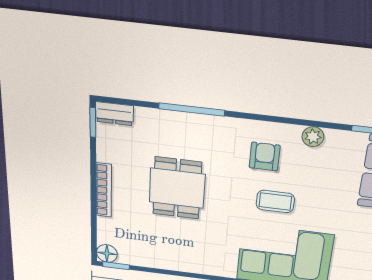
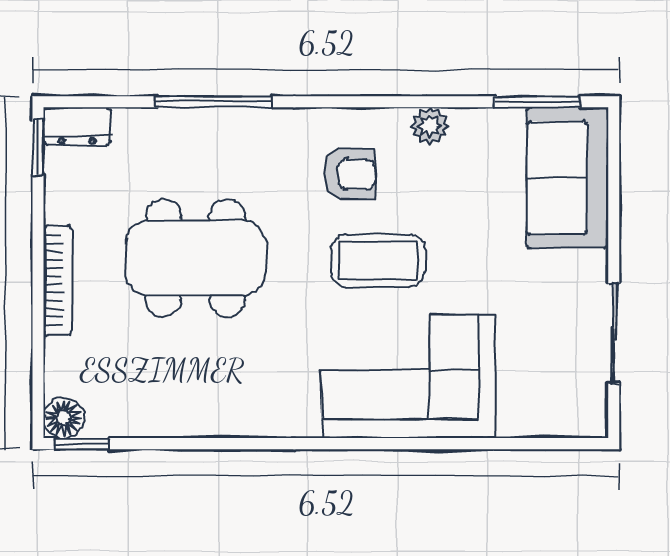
armchair: (265, 157) -> (350, 174), turned 90
dining table: (177, 188) -> (195, 258), width x1.38
coffee table: (275, 202) -> (378, 261), width x1.36, depth x1.30

